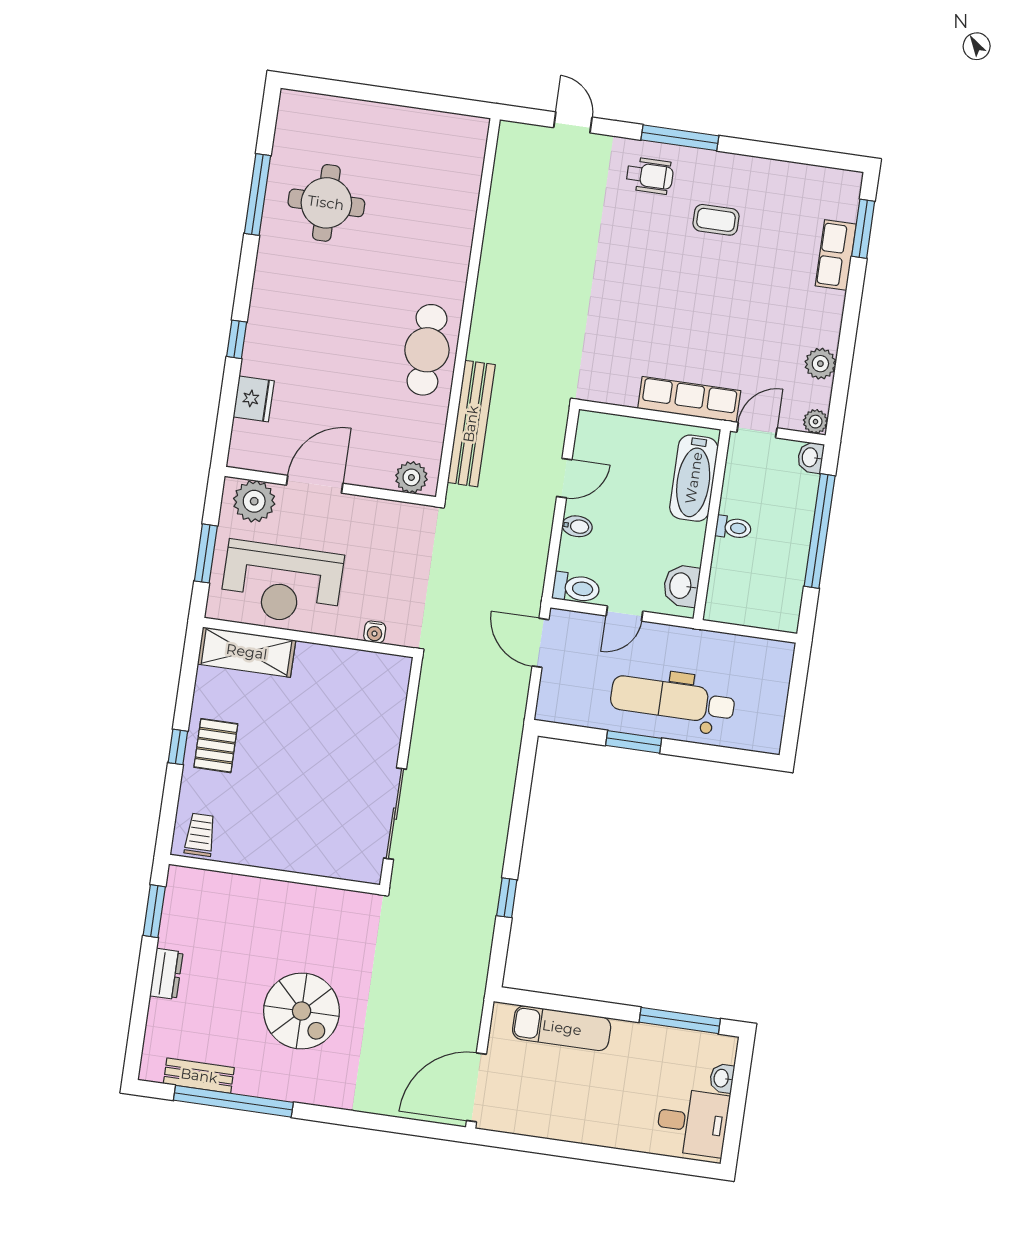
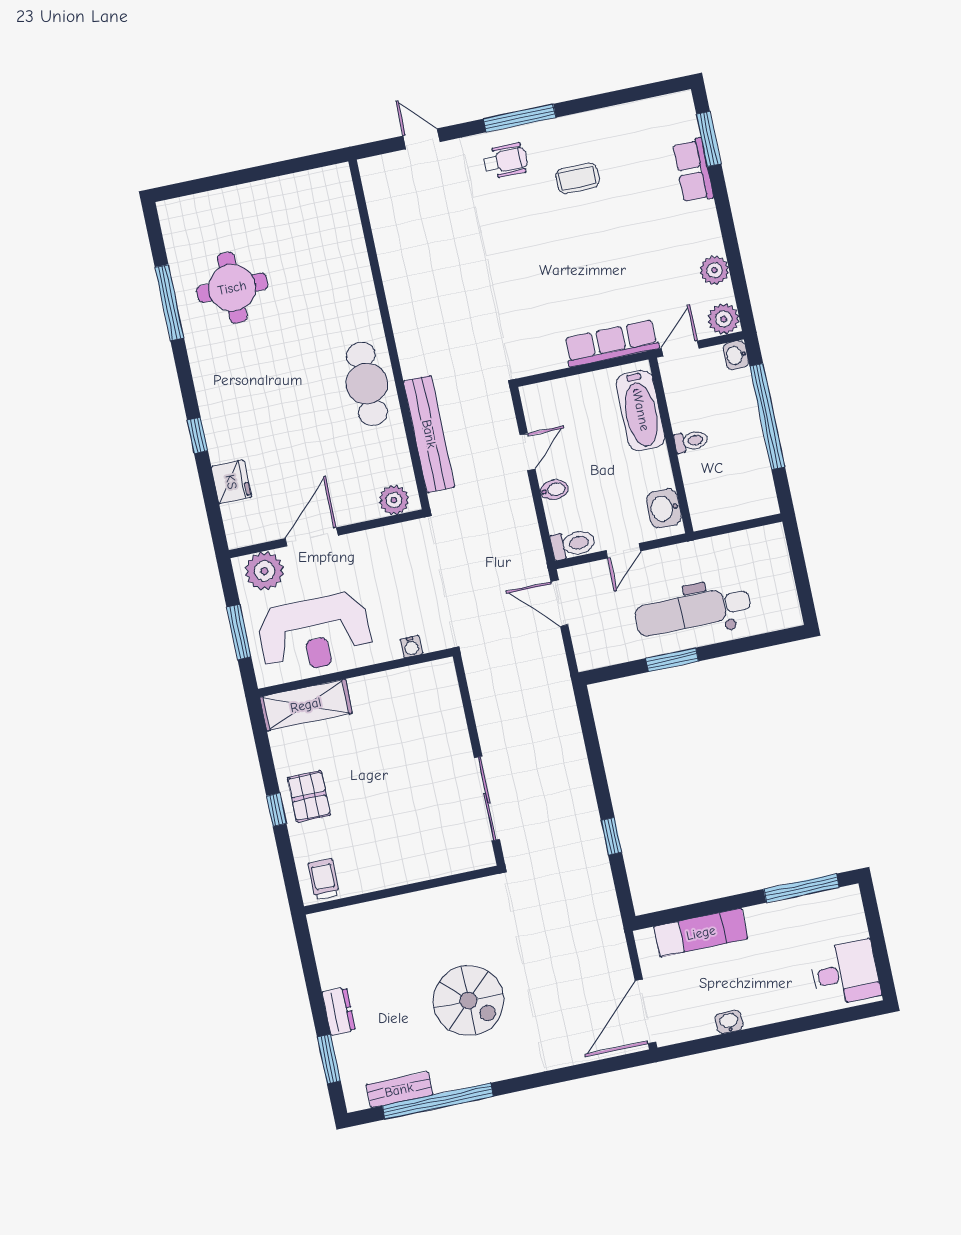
plant: (815, 422) -> (724, 319), width x1.38, depth x1.38
window: (154, 911) -> (329, 1059), moved
washbasin: (722, 1078) -> (729, 1022), moved, turned 90

